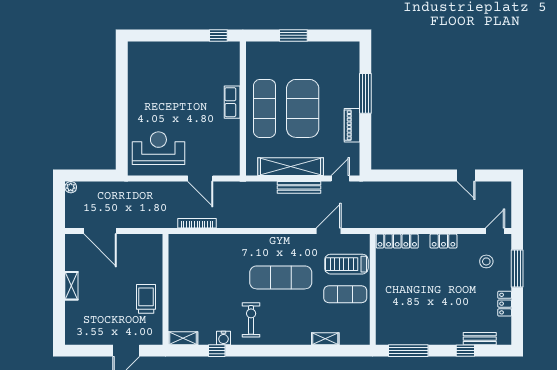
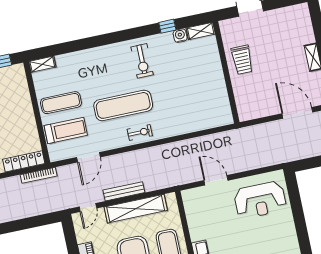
bookcase: (197, 223) -> (39, 175), moved
exercise bike: (269, 246) -> (140, 132), added
water cooler: (223, 338) -> (180, 36), moved
shelving: (325, 339) -> (42, 64), moved

